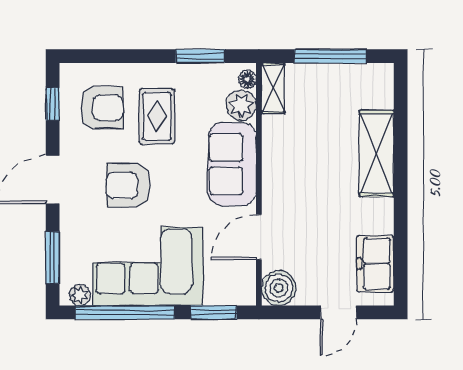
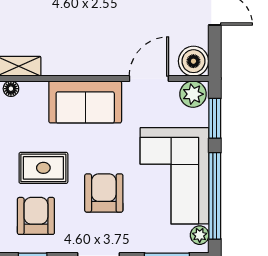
plant: (241, 105) -> (193, 94), moved
armchair: (128, 185) -> (104, 193), turned 180
door: (259, 237) -> (149, 79), swing flipped

